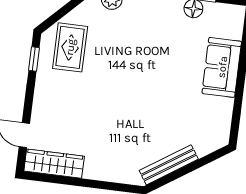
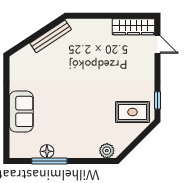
rug: (70, 47) -> (133, 112), turned 90

